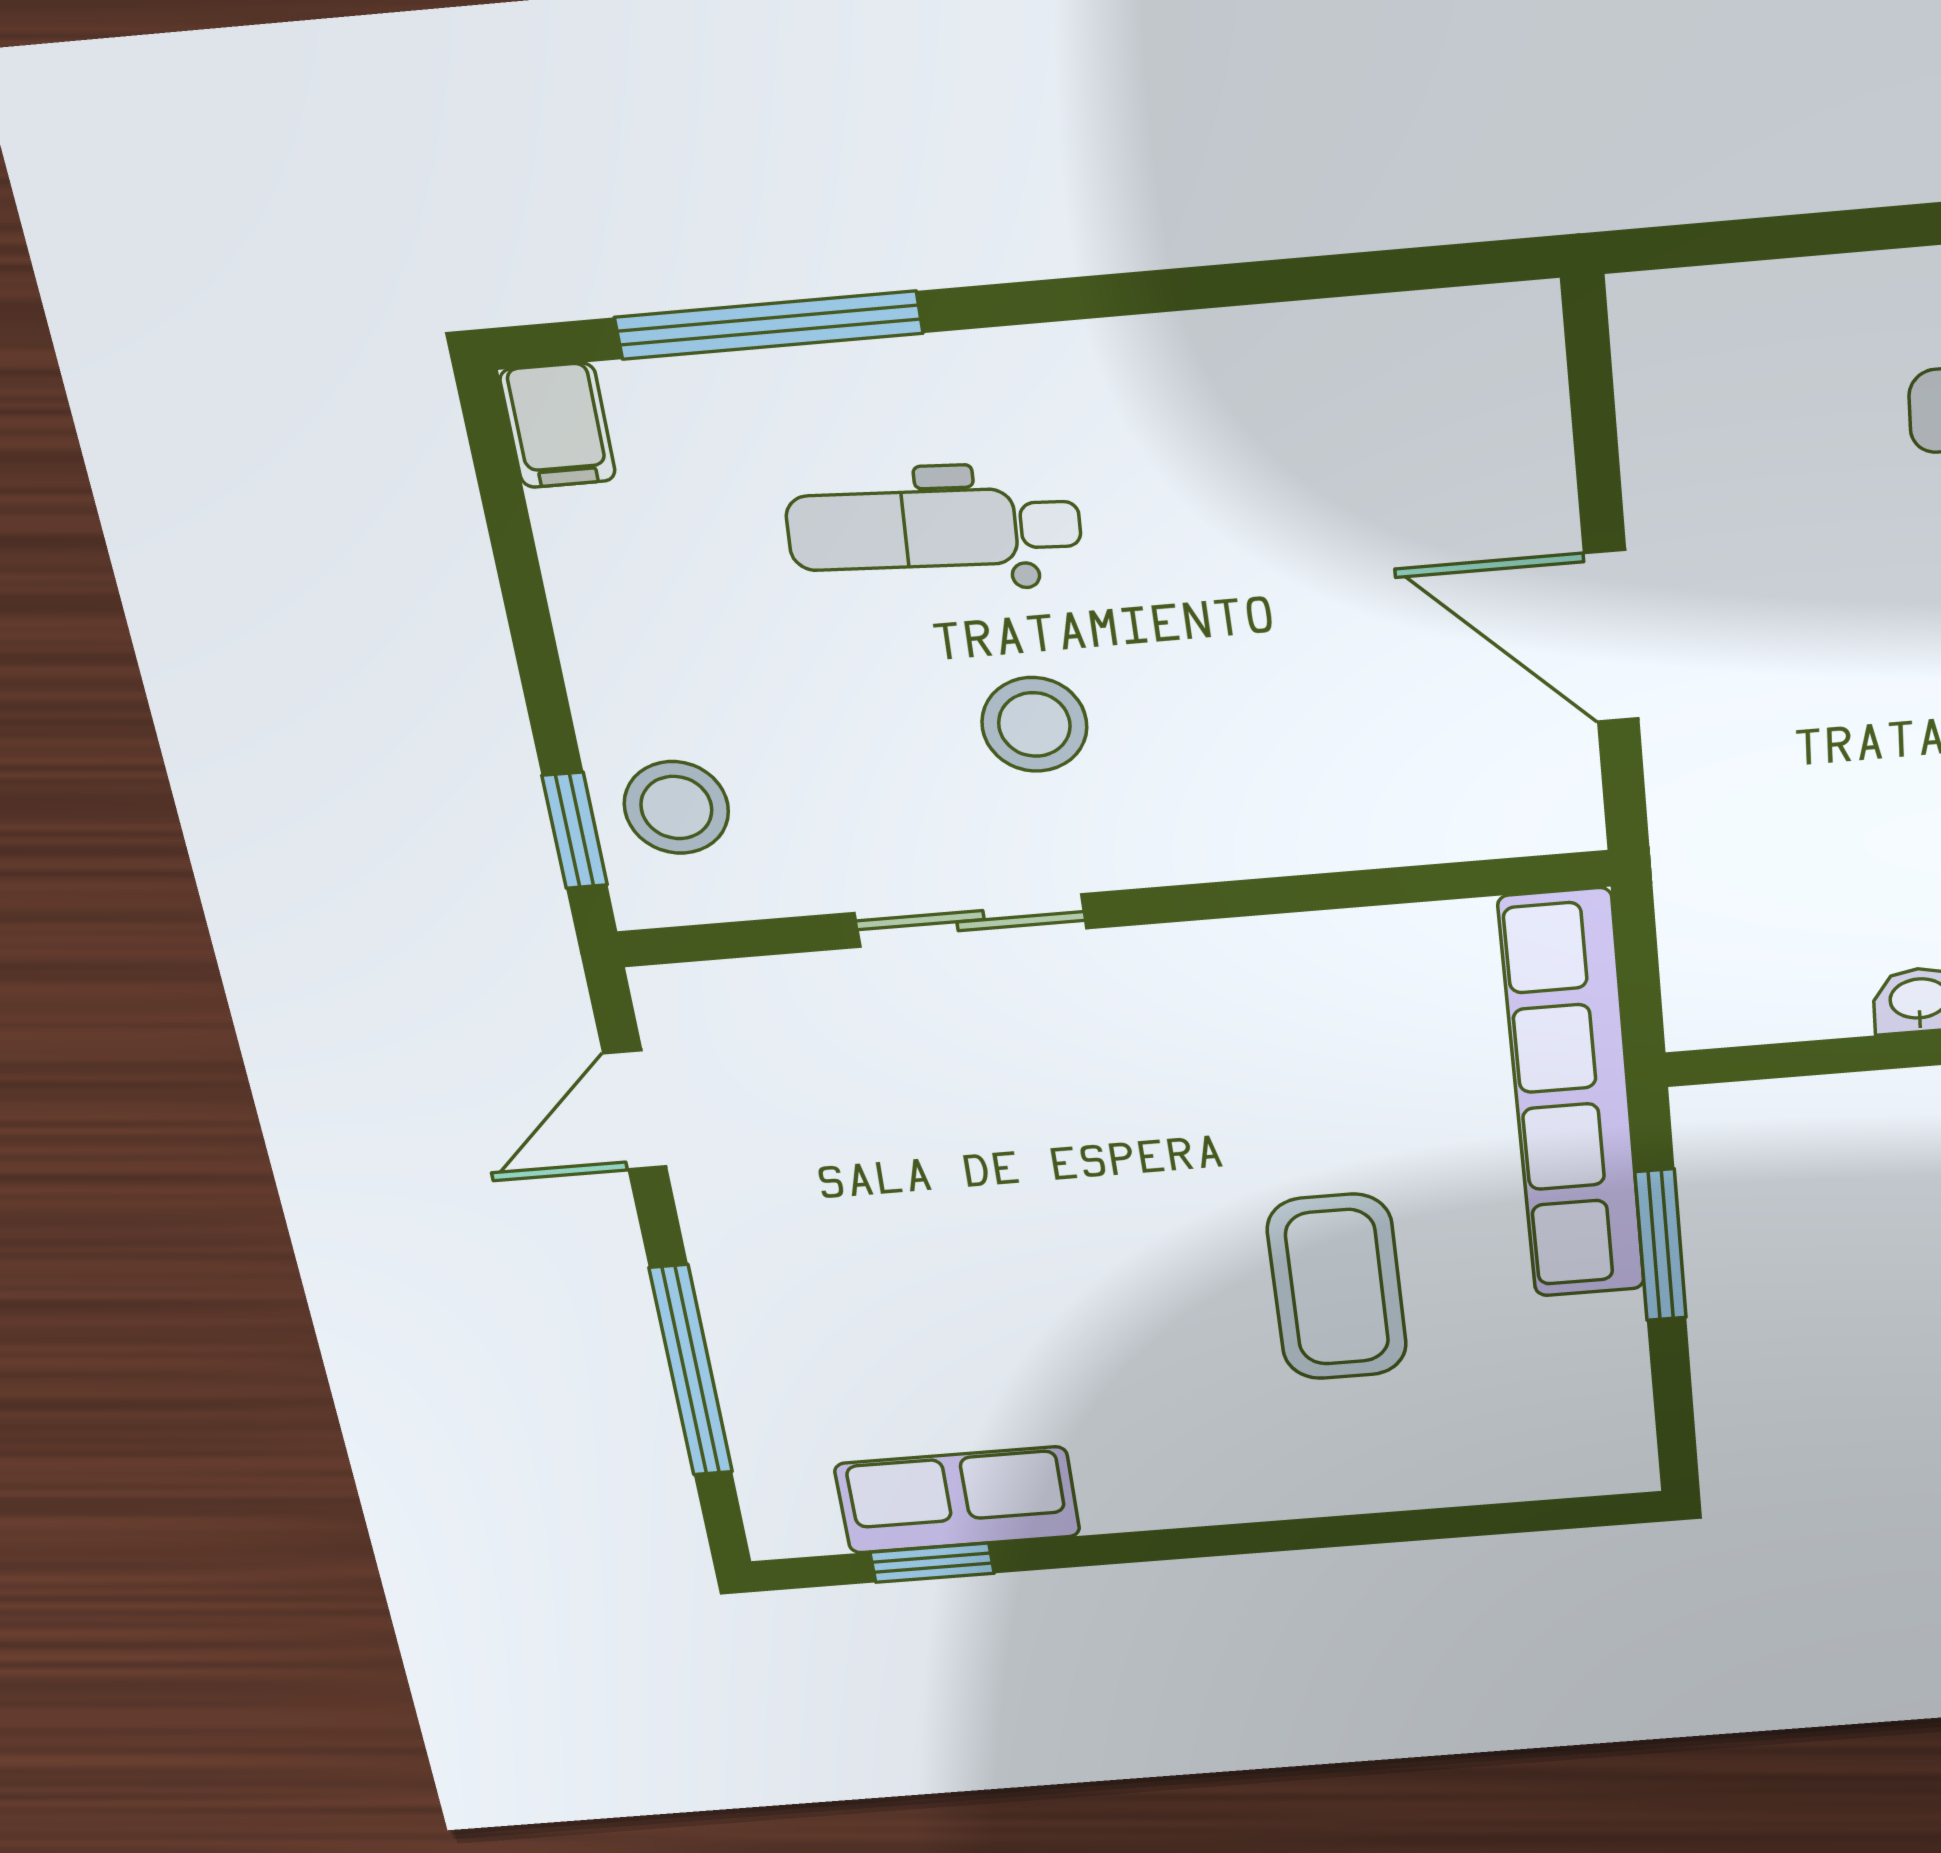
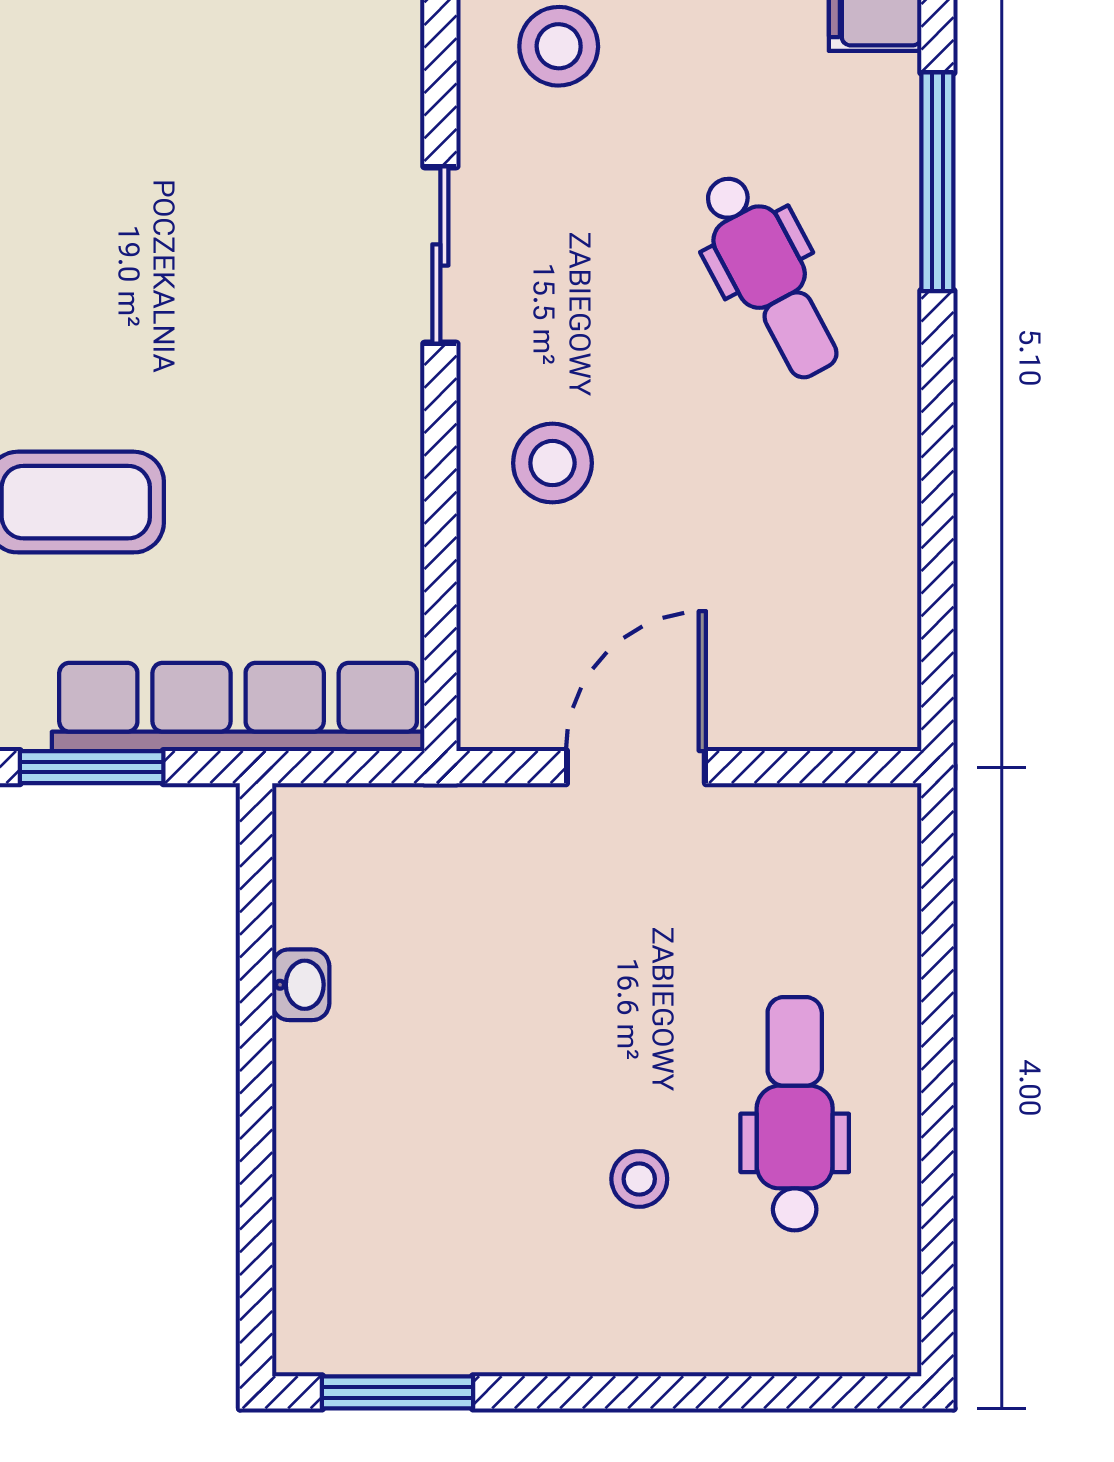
dental chair: (934, 529) -> (769, 276), turned 149
stool: (1034, 724) -> (552, 463), moved

